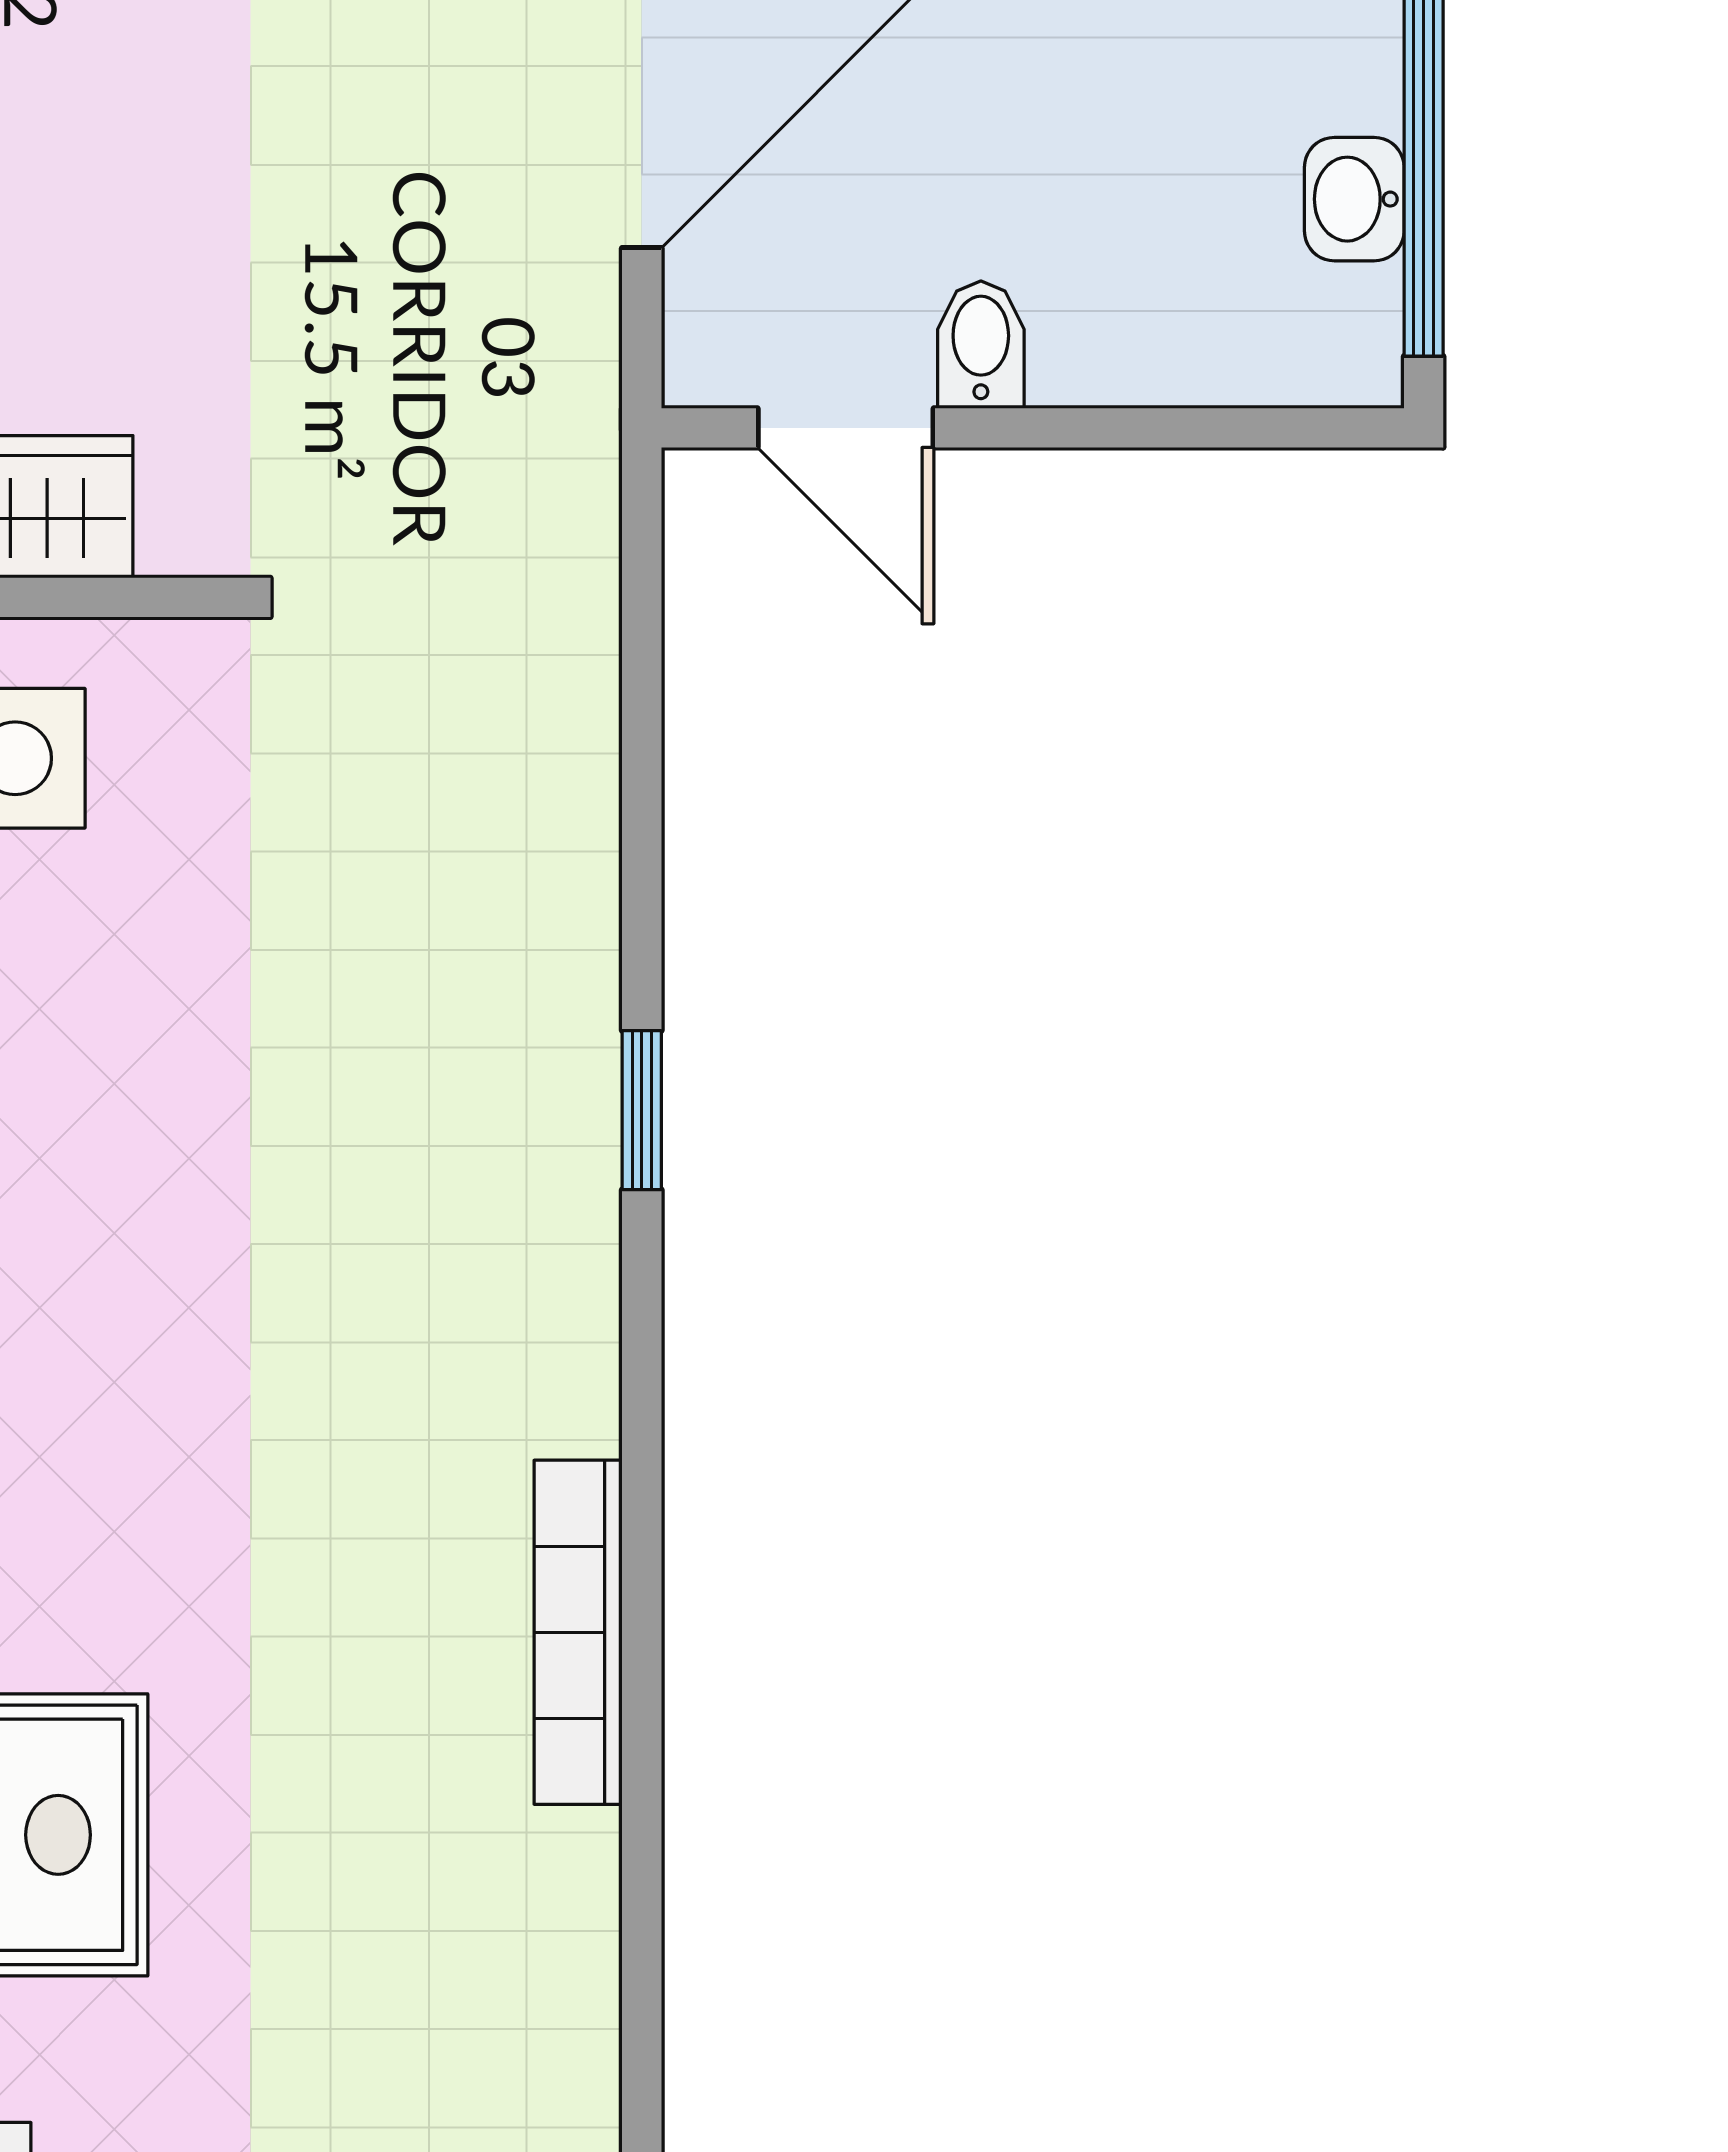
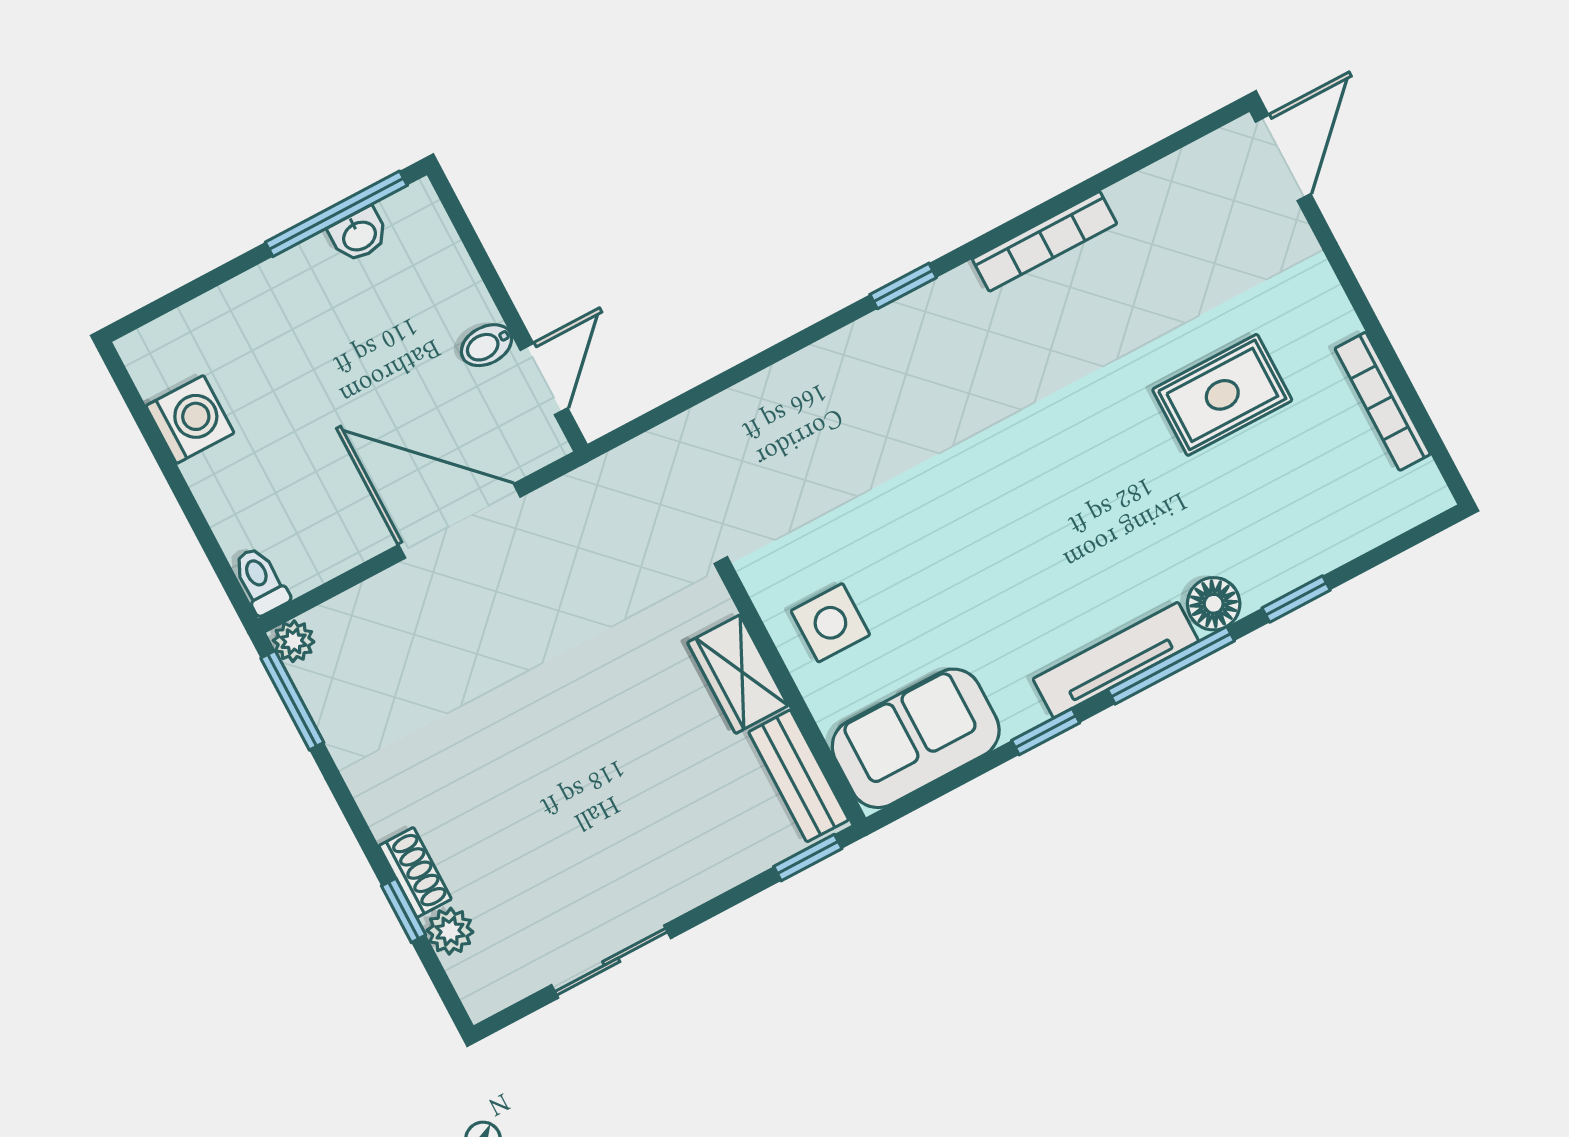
window: (642, 1110) -> (903, 286), moved

